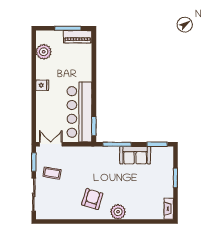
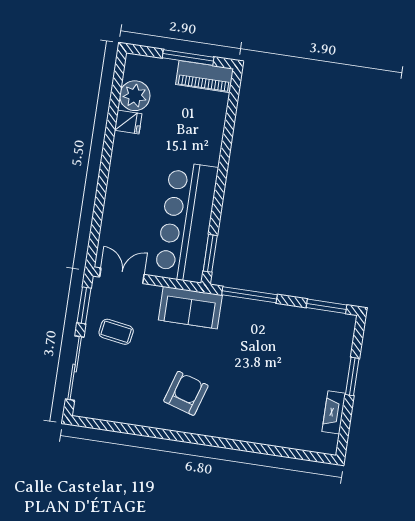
fridge: (42, 85) -> (128, 122), moved
sofa: (135, 155) -> (190, 308), moved
fireplace: (169, 209) -> (334, 412), moved
plant: (118, 212) -> (232, 425), removed

